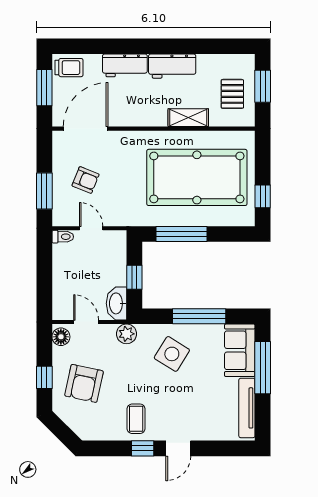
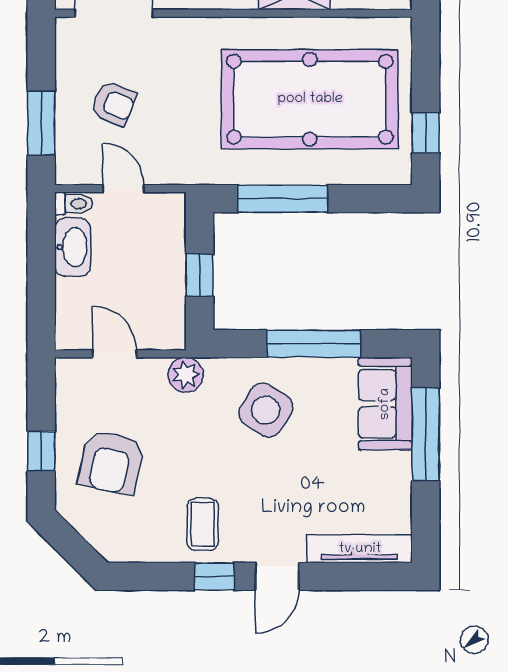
washbasin: (117, 303) -> (73, 247), moved, turned 180
floor lamp: (61, 337) -> (70, 380), removed
tv unit: (247, 408) -> (360, 549), moved, turned 90

